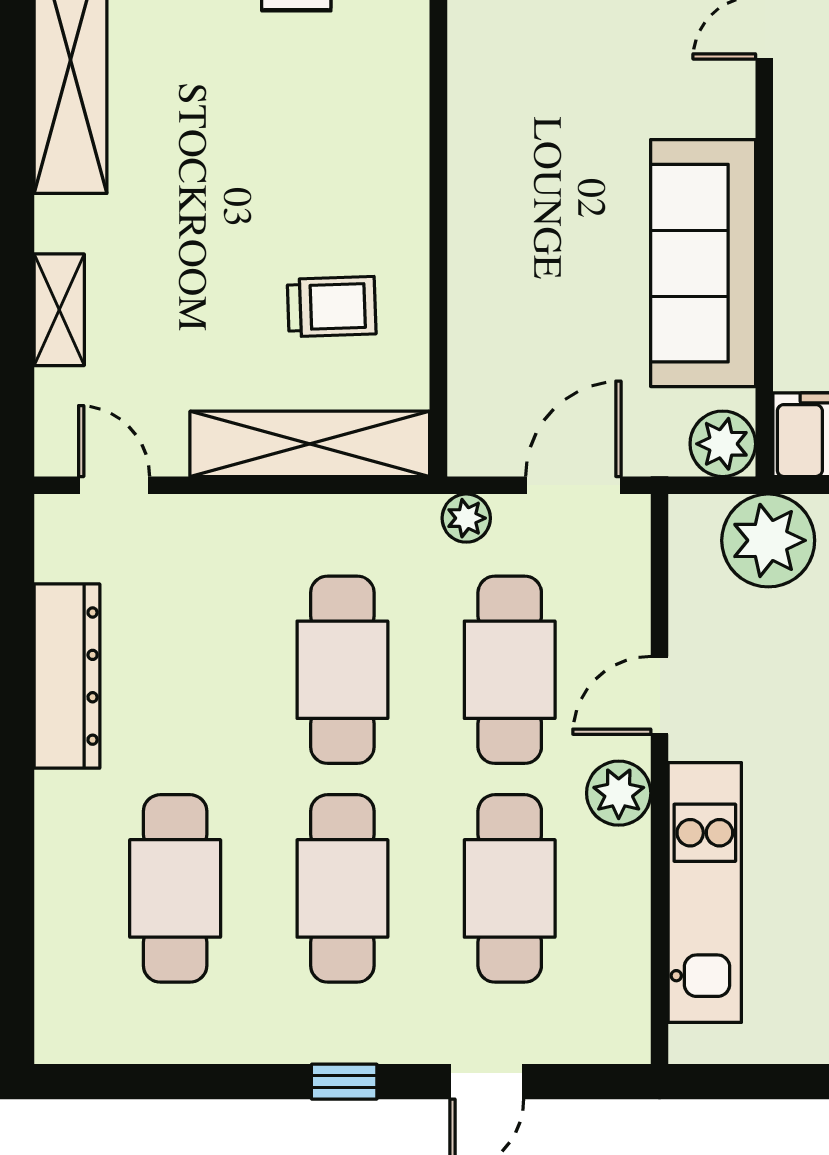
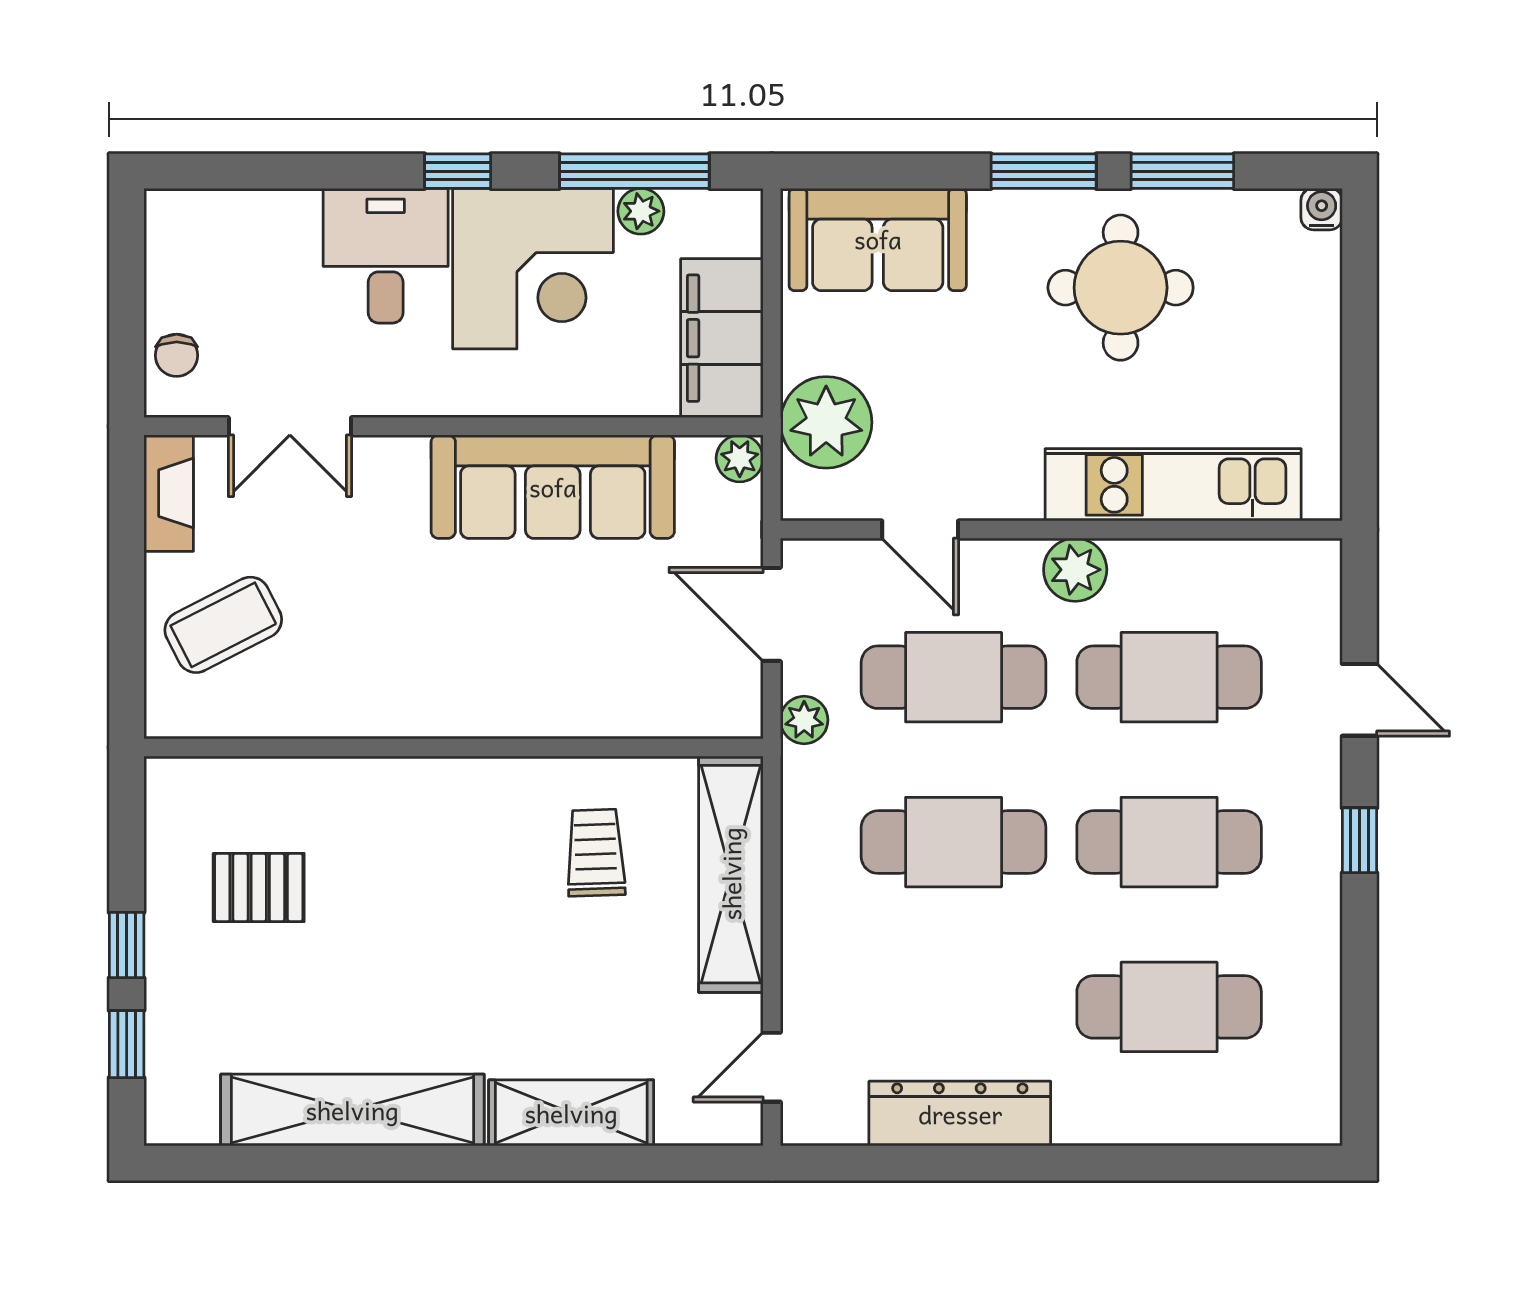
shelving: (59, 310) -> (571, 1113), width x1.50, depth x1.33
plant: (723, 444) -> (740, 458), width x0.73, depth x0.73
door: (660, 695) -> (920, 530), moved

